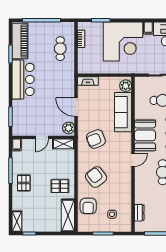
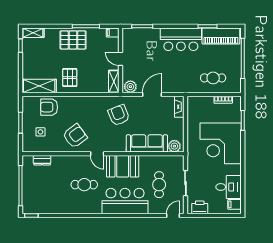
filing cabinet: (148, 28) -> (235, 170), removed
armchair: (96, 177) -> (75, 136), moved
pallet: (24, 183) -> (73, 40), width x1.50, depth x1.42

